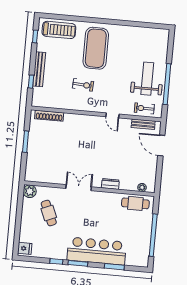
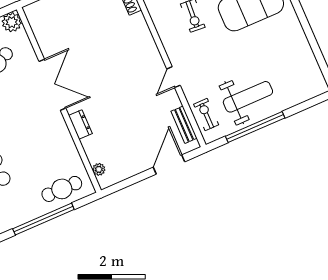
double door: (79, 188) -> (52, 85), width x1.37
cafe table: (135, 203) -> (62, 189), moved, turned 90

